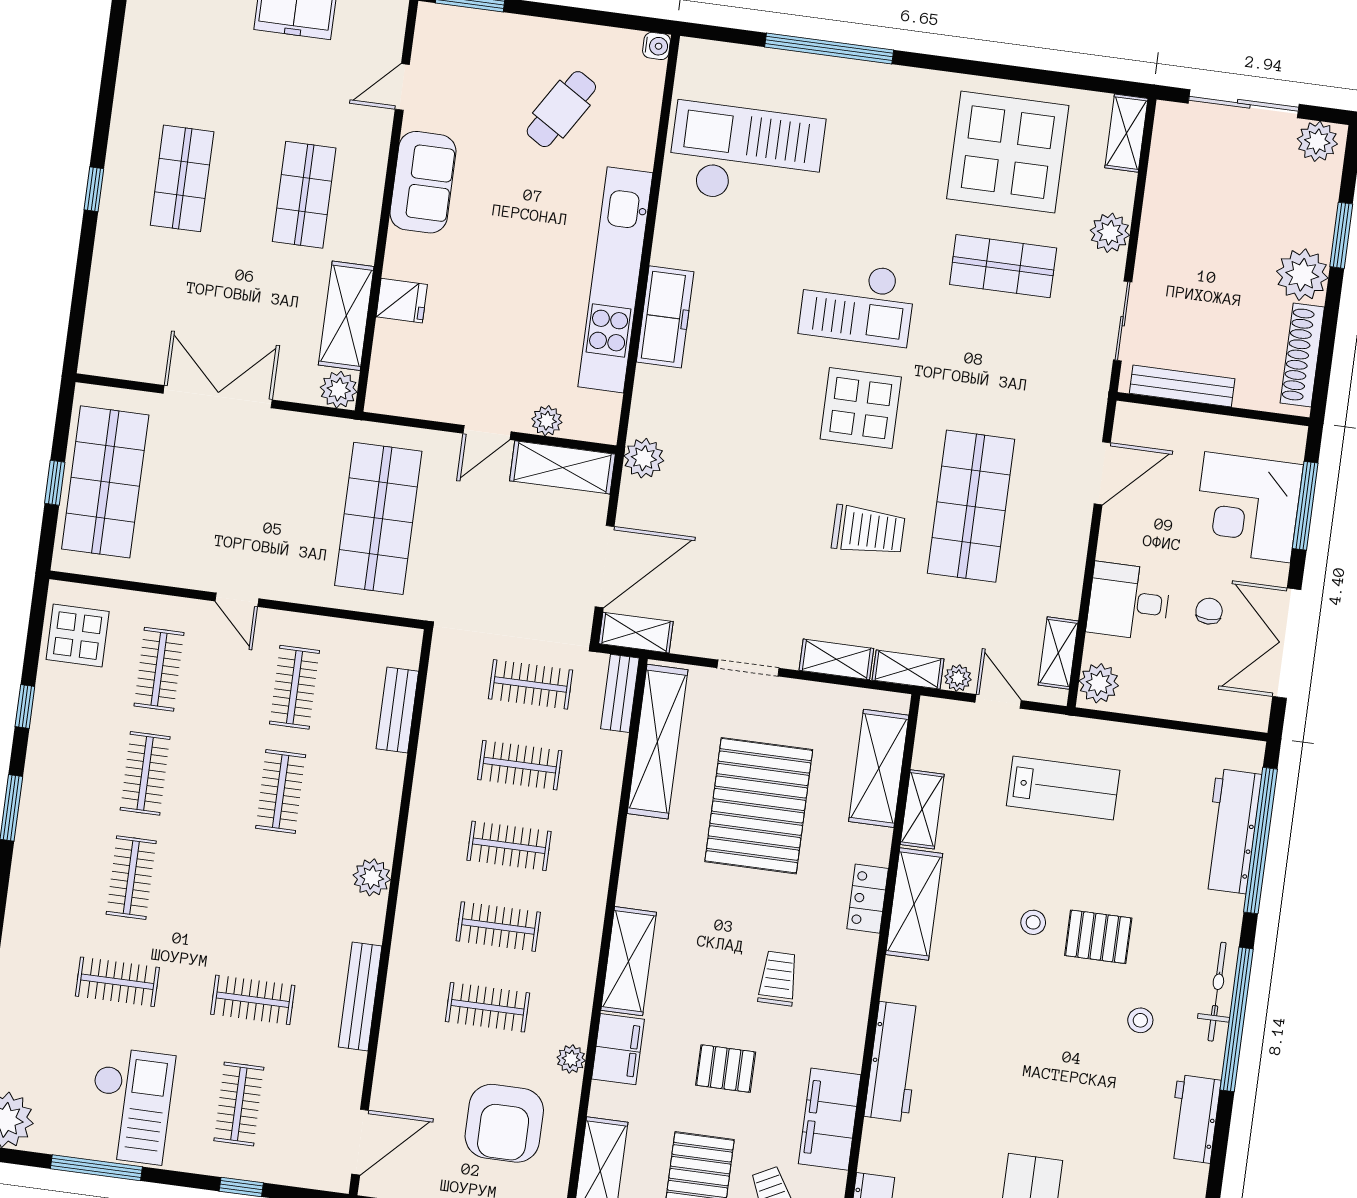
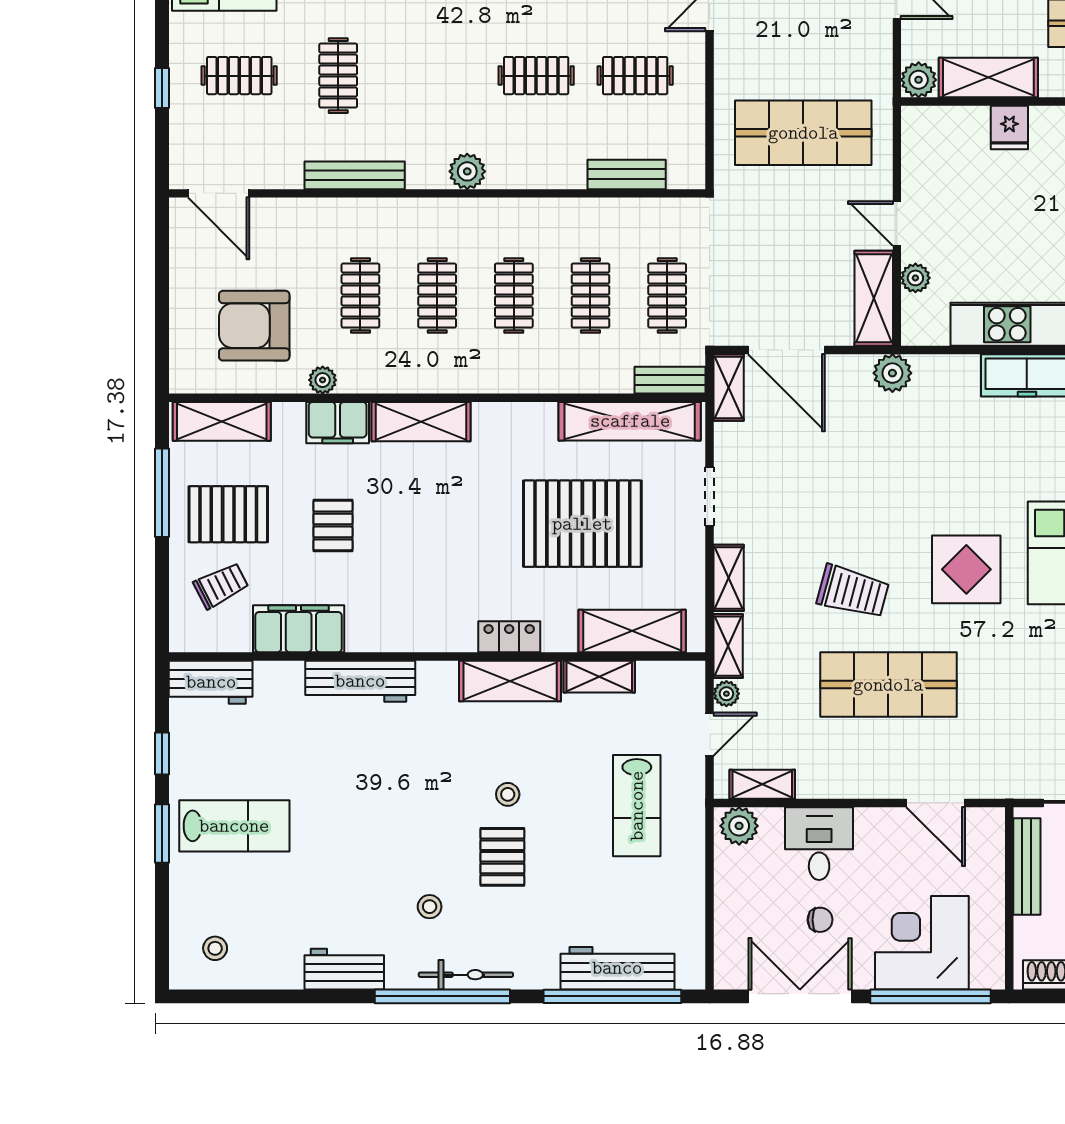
window: (1305, 506) -> (930, 996), width x1.46
trolley: (868, 530) -> (853, 592), turned -75
trolley: (778, 978) -> (424, 563), removed

